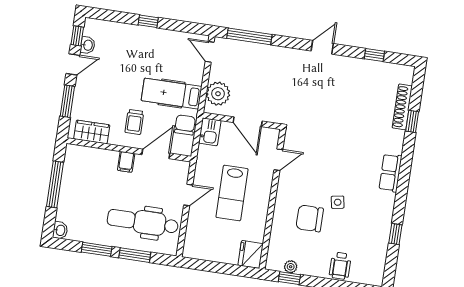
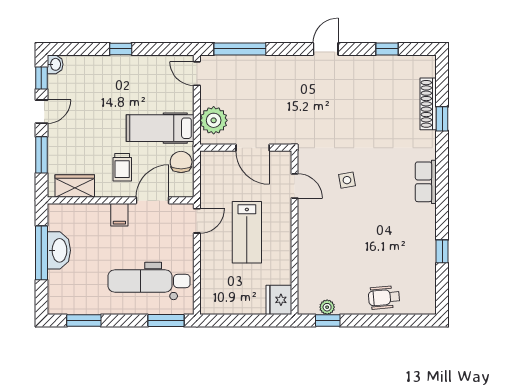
washbasin: (88, 45) -> (55, 64), moved
kitchen sink: (210, 132) -> (211, 166), removed
door: (278, 160) -> (295, 186), hinge flipped
door: (188, 195) -> (197, 221), moved
side table: (338, 202) -> (347, 180), moved
chair: (310, 218) -> (341, 248), removed
washbasin: (60, 230) -> (59, 250), moved, width x1.91, depth x1.45
window: (97, 249) -> (84, 321), moved
window: (135, 255) -> (166, 321), moved
wheelchair: (340, 266) -> (384, 297), turned 85

